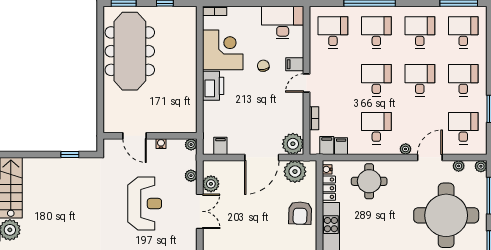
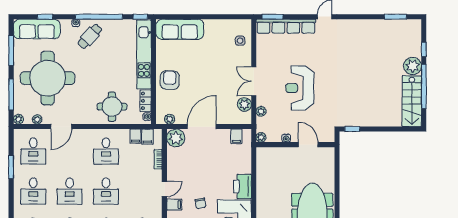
plant: (406, 149) -> (82, 134), removed
window: (70, 155) -> (352, 129), moved
plant: (295, 172) -> (170, 119), width x0.53, depth x0.53

